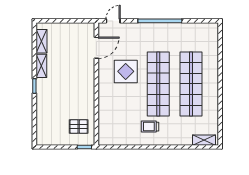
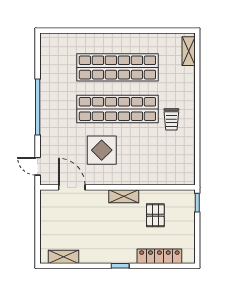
shelving: (41, 66) -> (124, 196), moved
locker: (42, 117) -> (159, 256), added
pallet: (79, 127) -> (155, 215), moved

